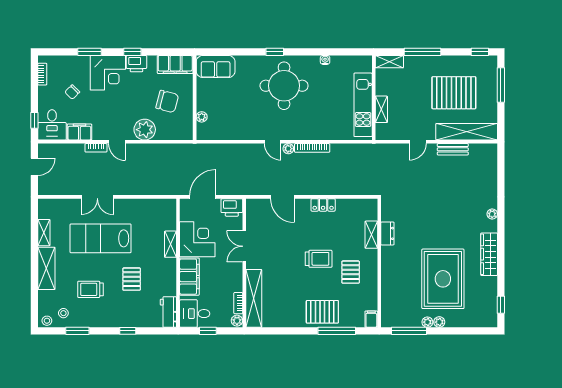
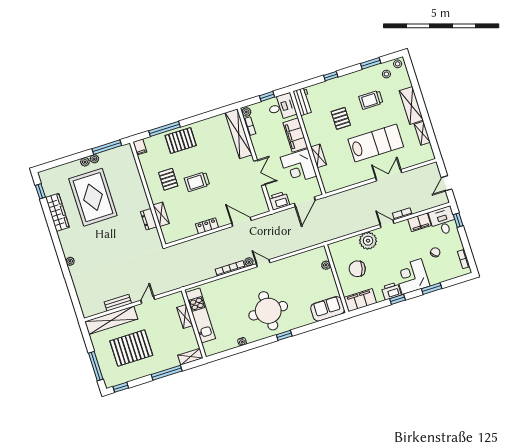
wardrobe: (489, 254) -> (57, 212), moved
trolley: (90, 289) -> (371, 100), turned 180

